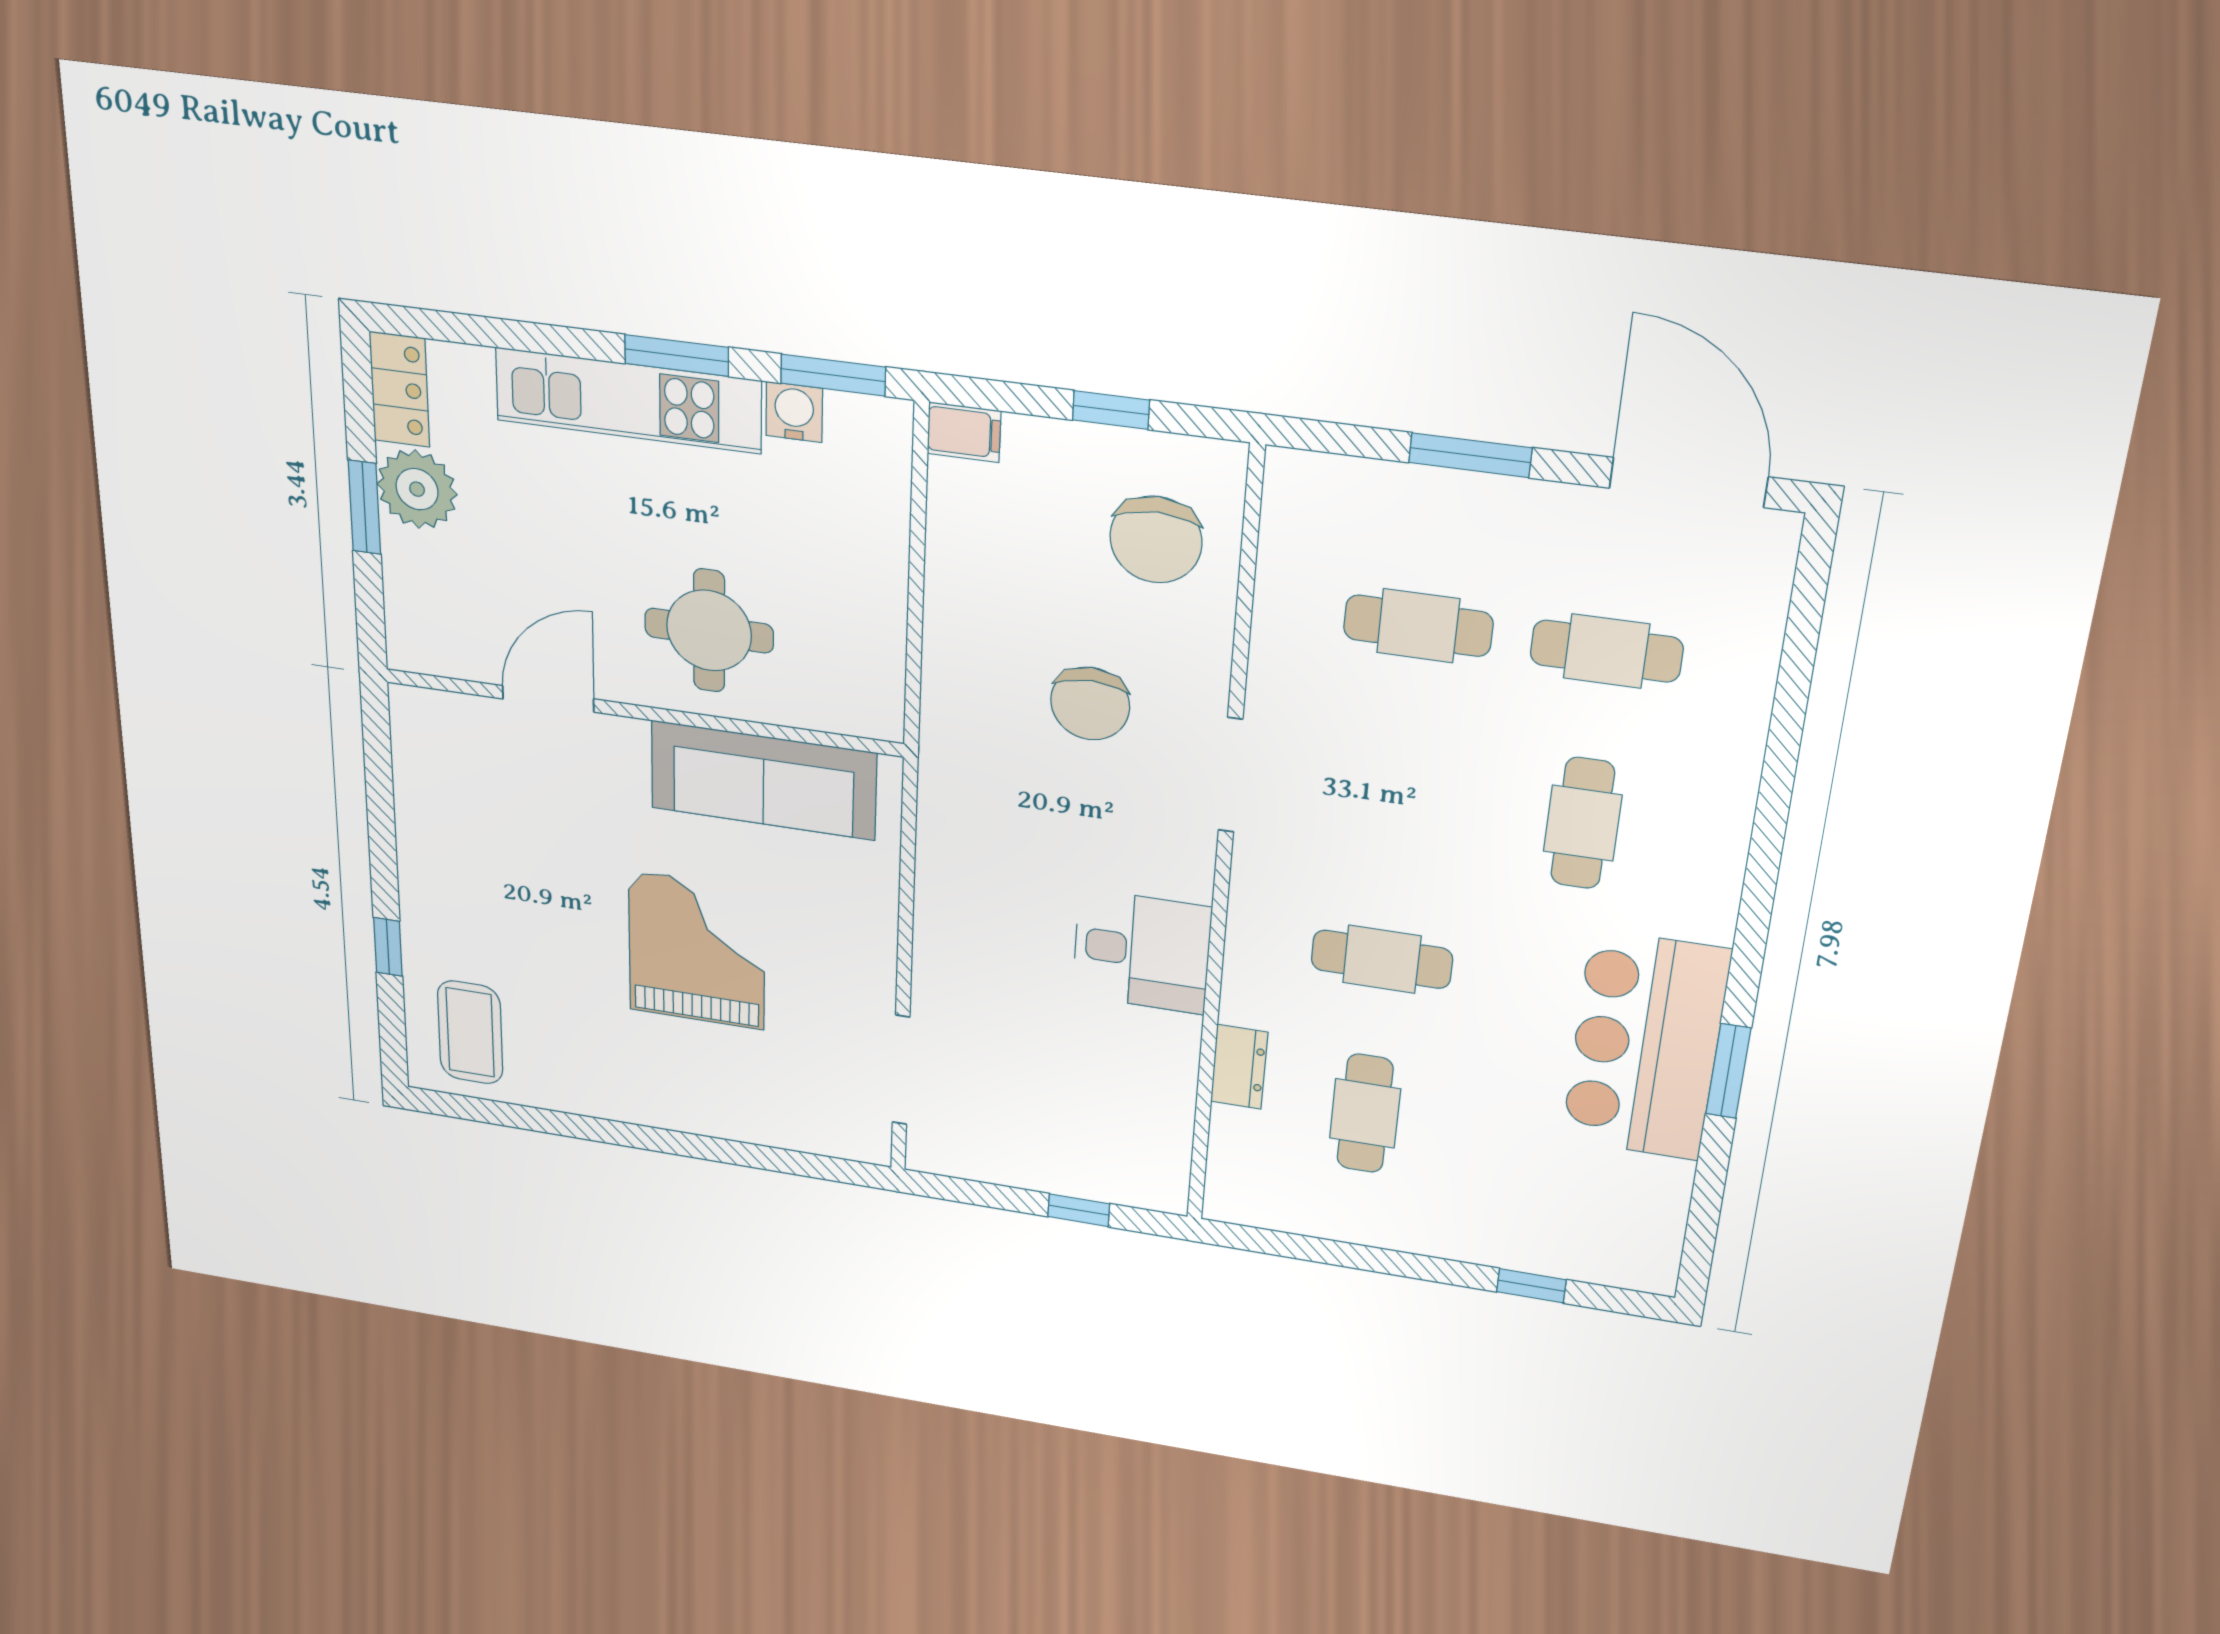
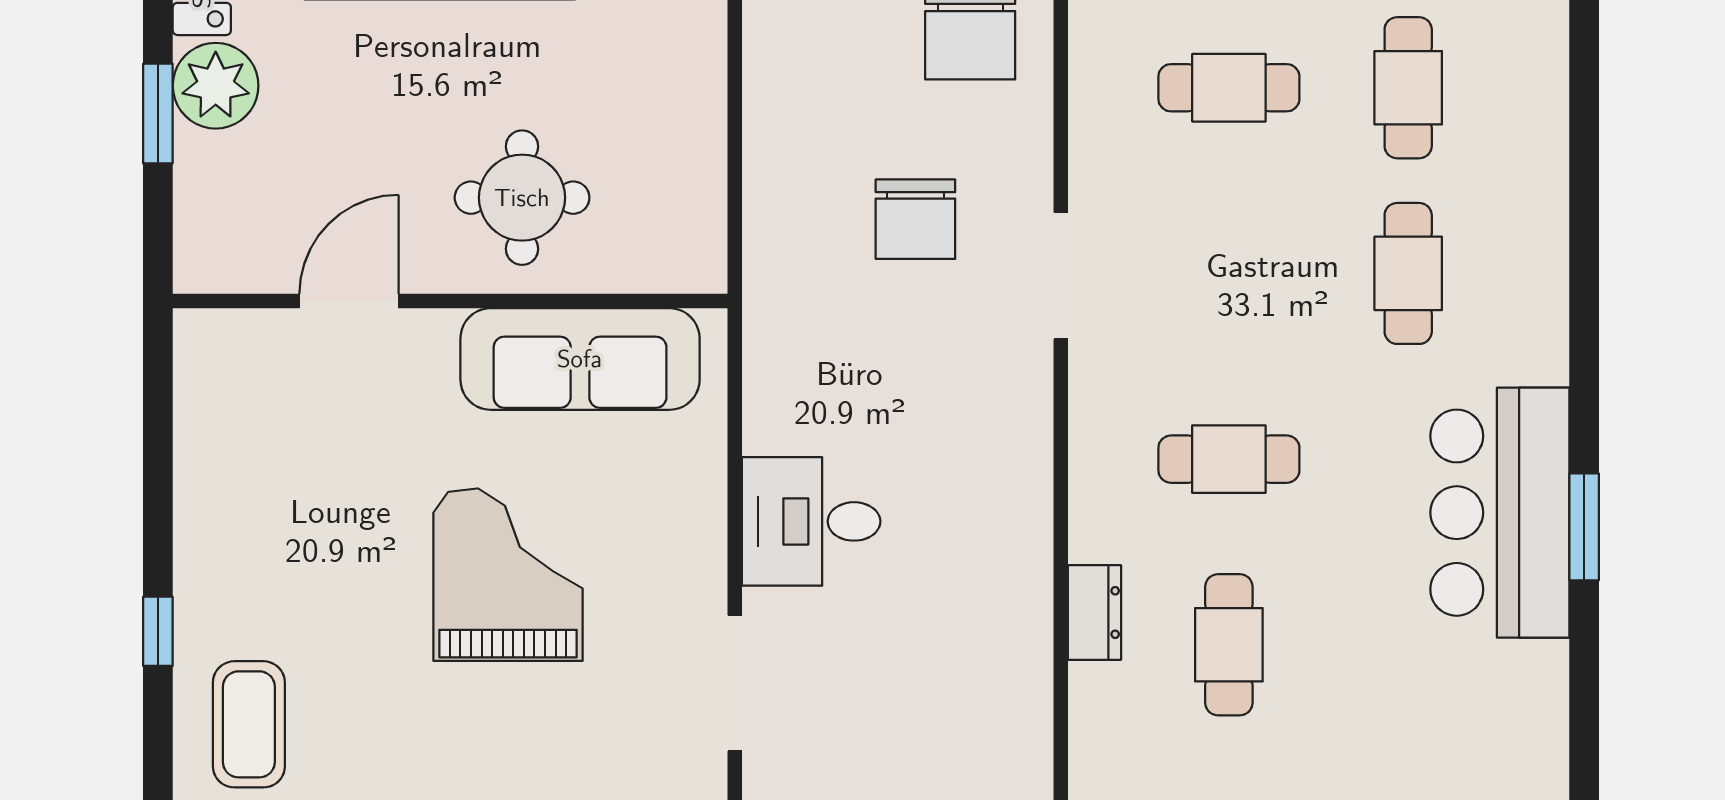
cafe table: (1606, 651) -> (1408, 88), turned 90
desk: (1142, 951) -> (811, 521), moved, turned 180

